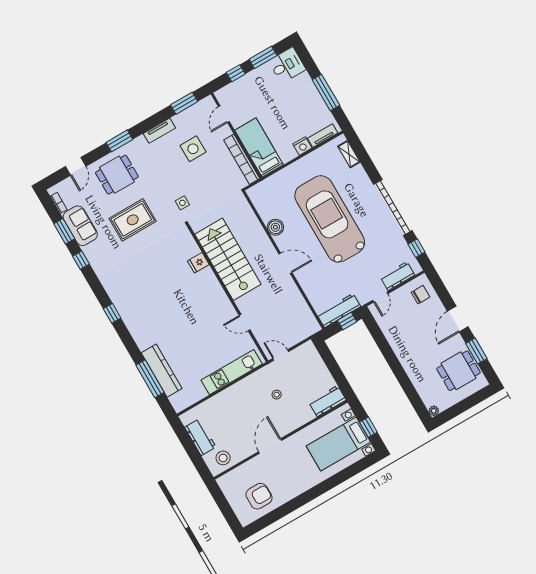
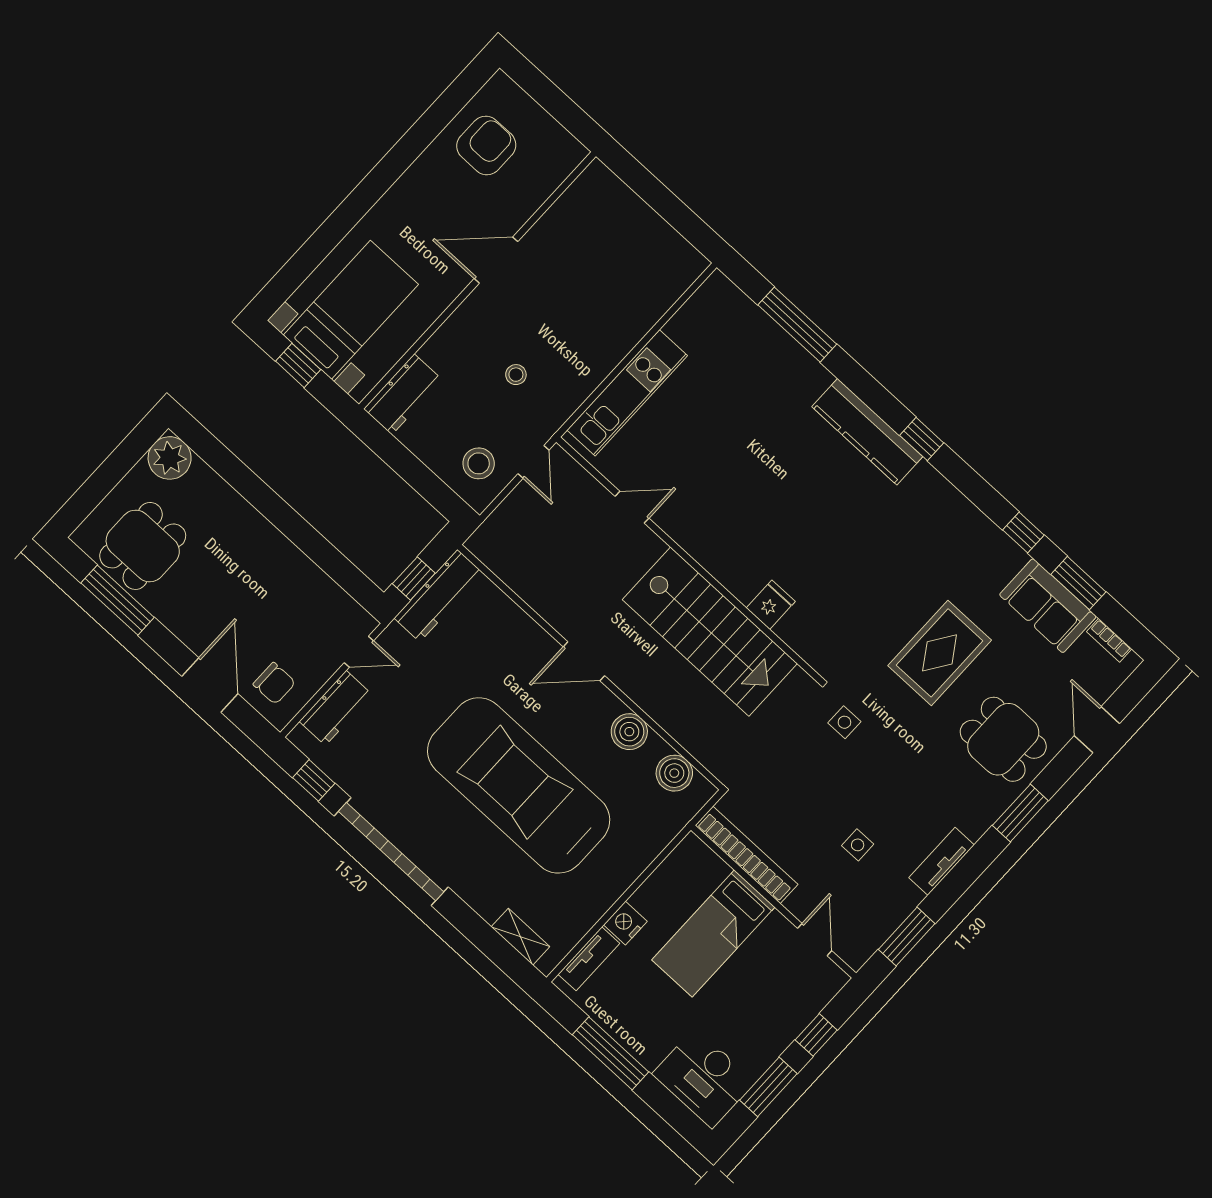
desk: (287, 65) -> (704, 1078), width x1.37
bed: (259, 147) -> (713, 934), moved, turned 90
side table: (193, 149) -> (858, 845), width x0.54, depth x0.54
dining table: (117, 175) -> (1003, 739), turned 90
boiler: (262, 204) -> (674, 773), added
car: (330, 219) -> (519, 785), turned 180
chair: (420, 295) -> (274, 683), turned -90
door: (380, 297) -> (359, 652), swing flipped
door: (458, 319) -> (210, 685), moved
window: (476, 351) -> (118, 600), width x1.44
door: (281, 355) -> (533, 462), hinge flipped
kitchen counter: (162, 371) -> (867, 432), moved
plant: (434, 411) -> (170, 458), width x1.87, depth x1.87
workbench: (200, 437) -> (651, 233), removed
door: (270, 446) -> (496, 260), swing flipped
stool: (223, 458) -> (479, 463), moved
armchair: (259, 496) -> (486, 145), turned 180

